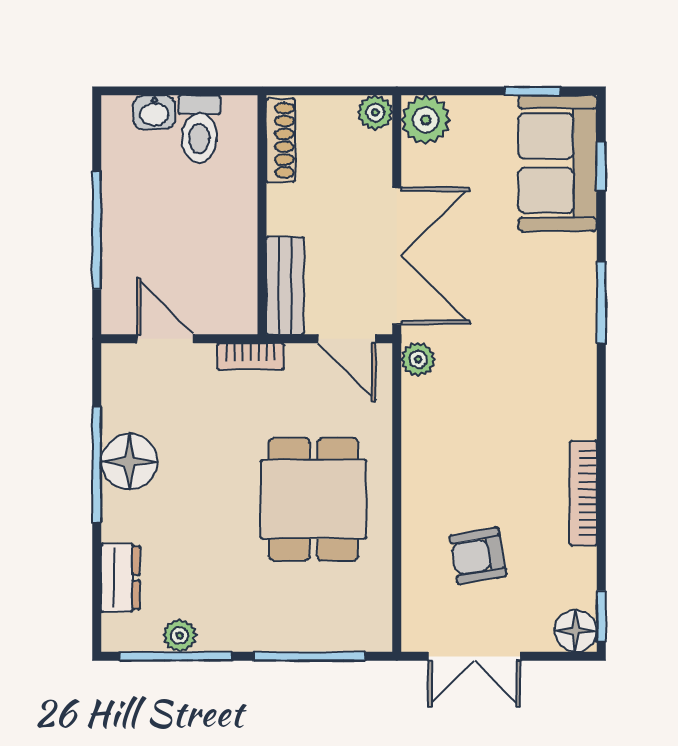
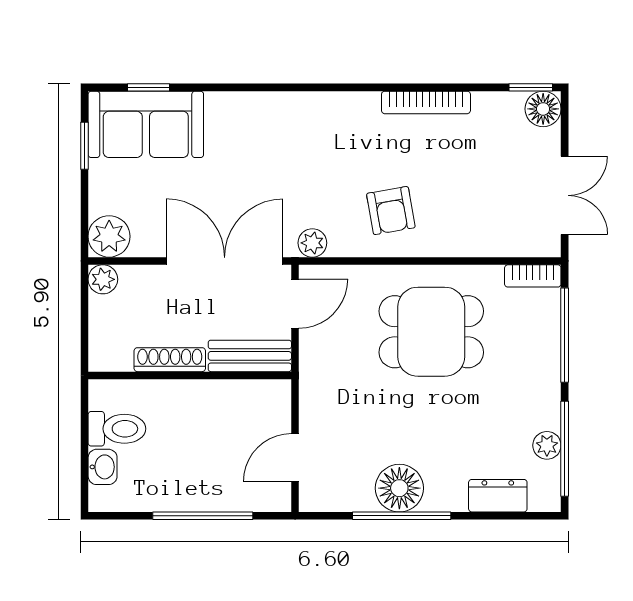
shoe rack: (281, 140) -> (170, 360), moved
window: (601, 303) -> (264, 87), removed
bookcase: (250, 356) -> (533, 276), moved, turned 90
armchair: (478, 556) -> (391, 211), moved

